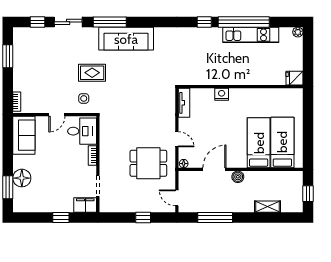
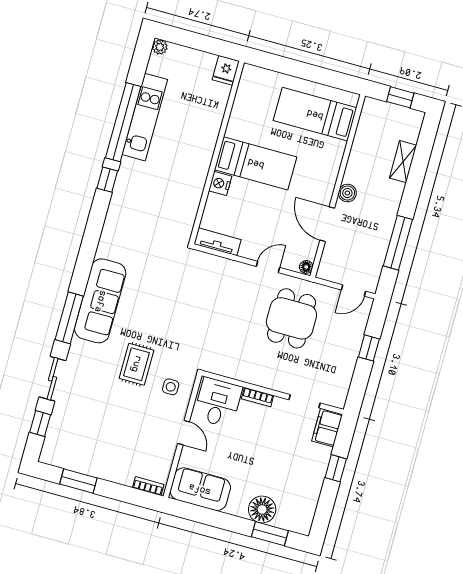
bed: (259, 143) -> (256, 163), moved, turned 180

